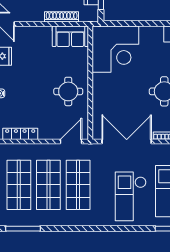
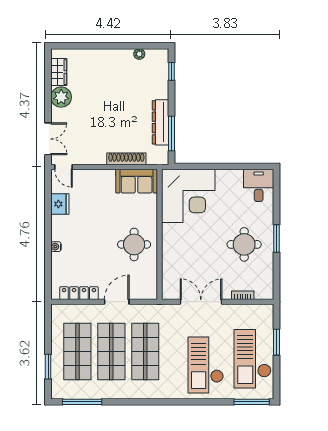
door: (71, 141) -> (117, 302), moved
double door: (127, 141) -> (201, 302), width x0.73

